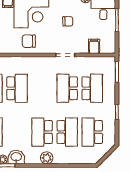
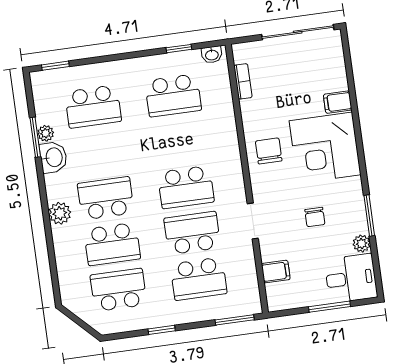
school desk: (17, 88) -> (186, 187), moved

